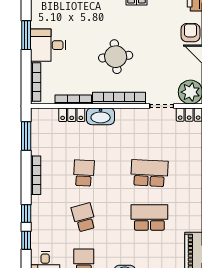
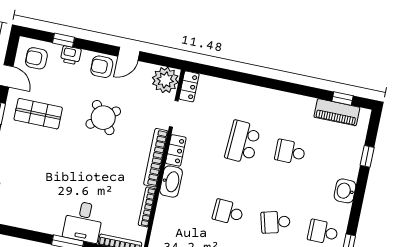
round table: (116, 57) -> (103, 118), moved, turned -32
locker: (72, 115) -> (176, 150), moved
school desk: (149, 217) -> (290, 152), width x0.54

